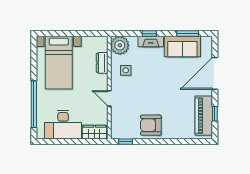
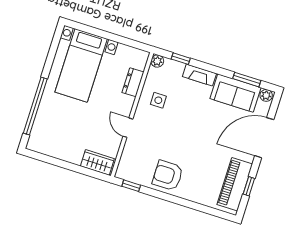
window: (149, 34) -> (181, 59), moved
plant: (206, 41) -> (266, 95), added
plant: (120, 45) -> (157, 61), width x0.53, depth x0.53
desk: (63, 125) -> (63, 141), removed

